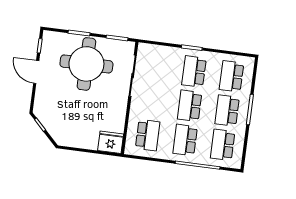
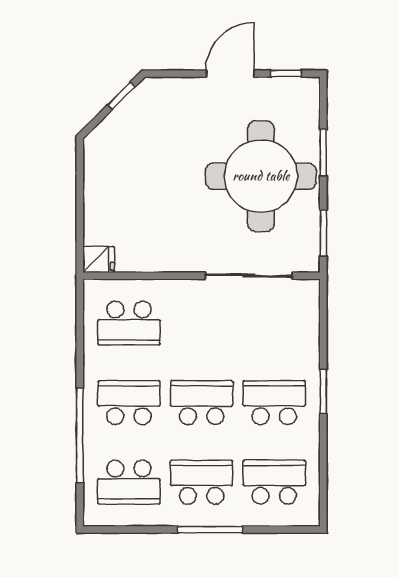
fridge: (111, 142) -> (99, 259), width x0.53, depth x0.75
school desk: (223, 145) -> (129, 482), turned 180

